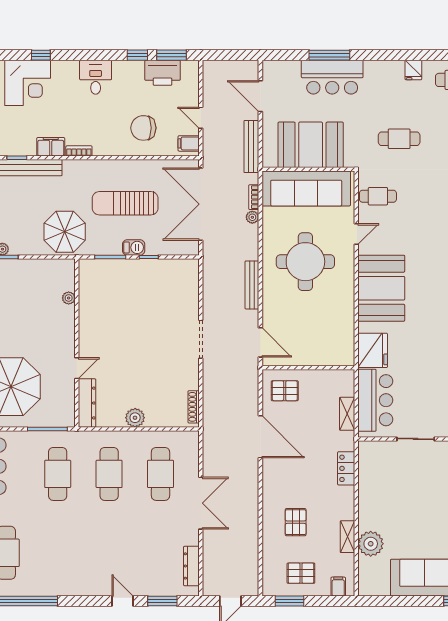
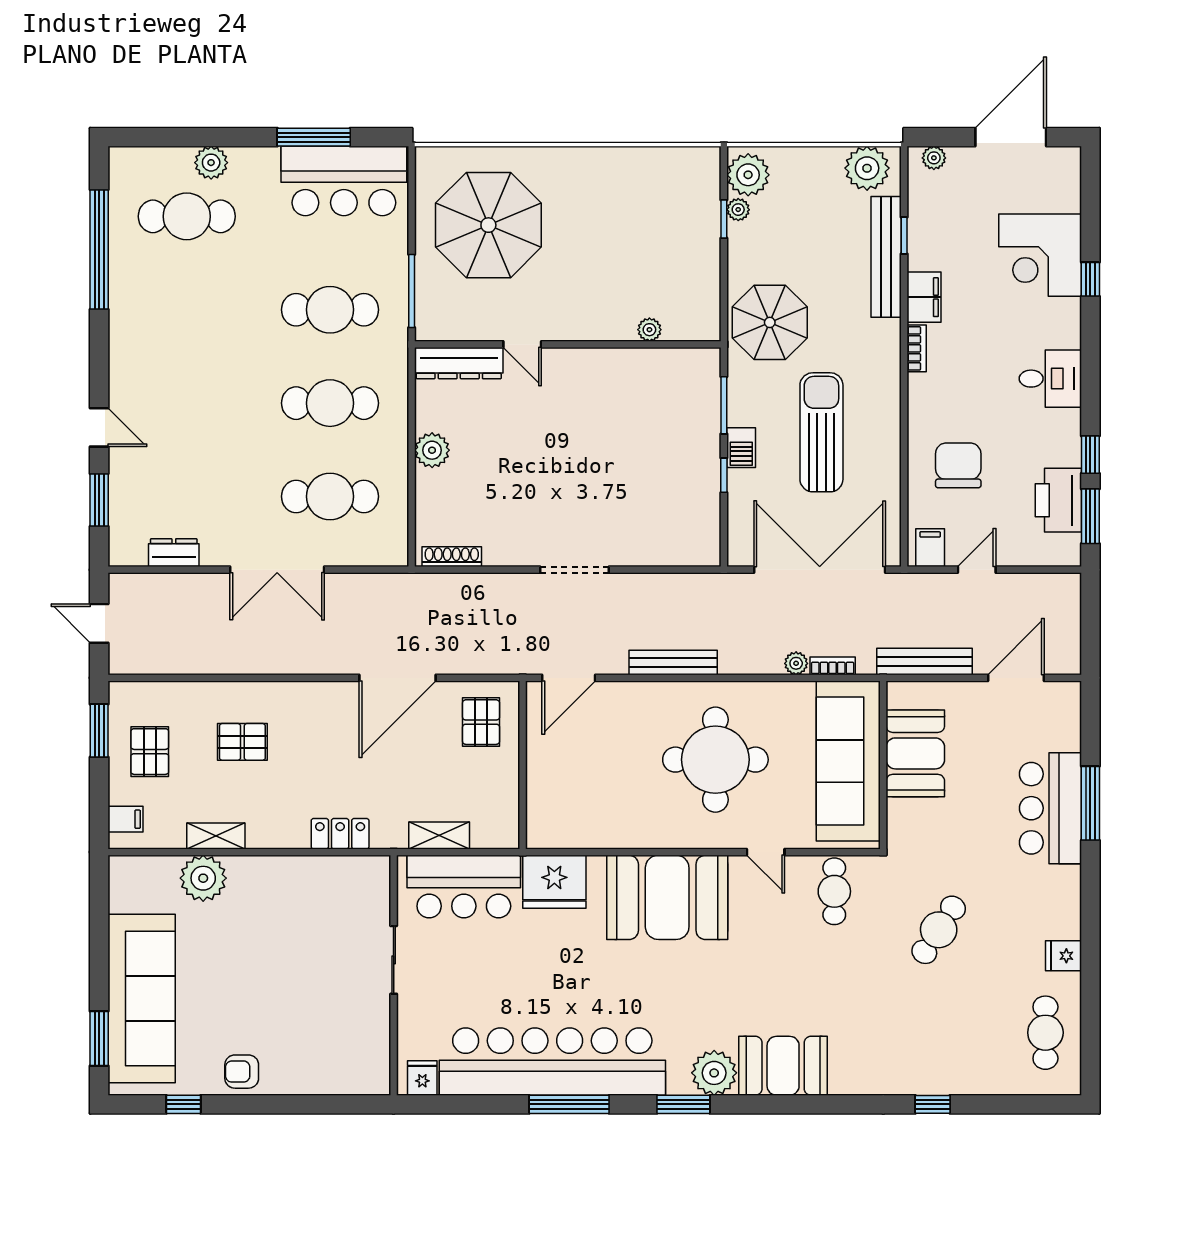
cafe table: (399, 139) -> (939, 930), turned 33
booth: (311, 145) -> (915, 753), width x0.73, depth x0.70
dresser: (191, 566) -> (174, 553), width x0.70
door: (122, 601) -> (99, 427), hinge flipped

